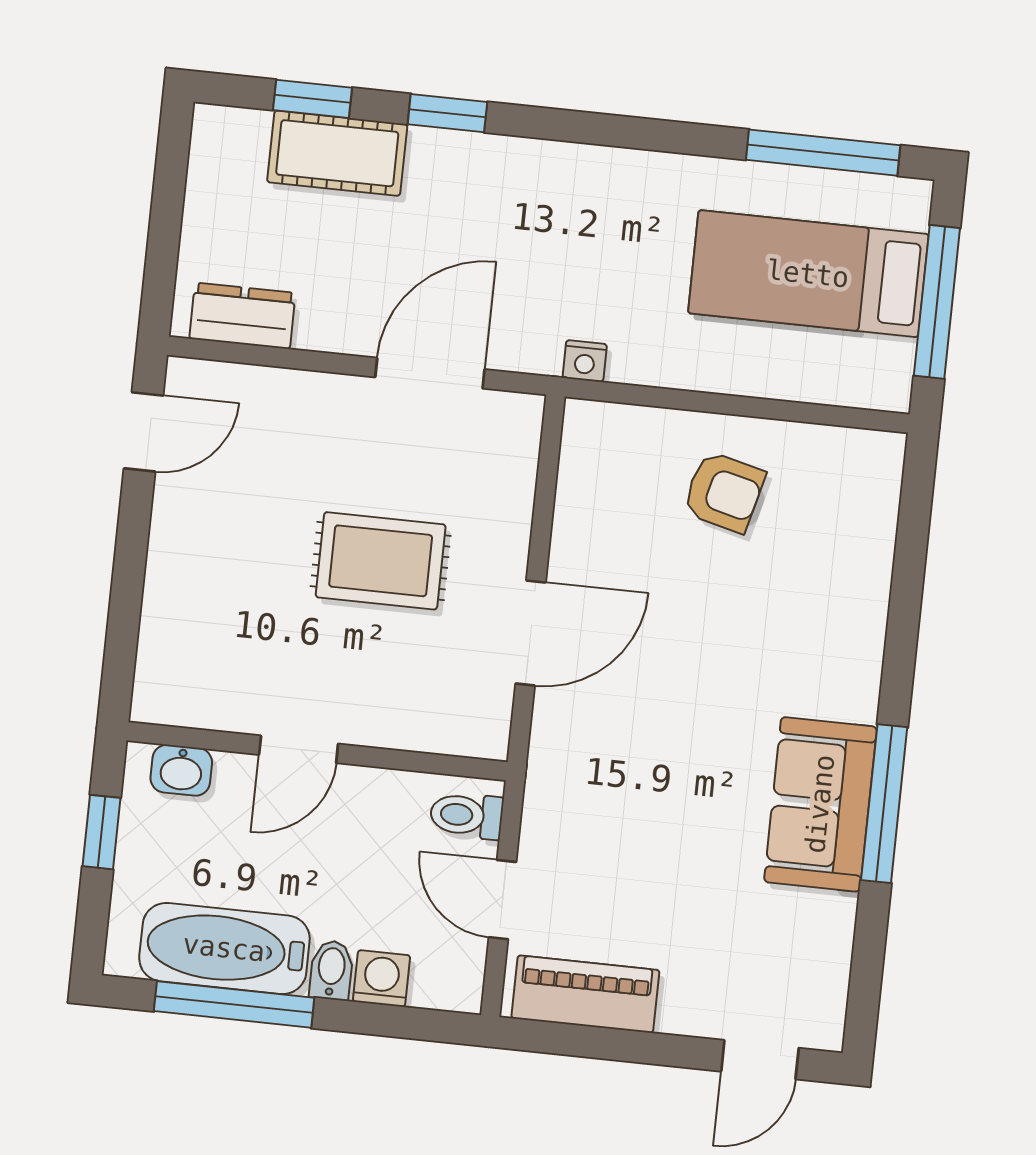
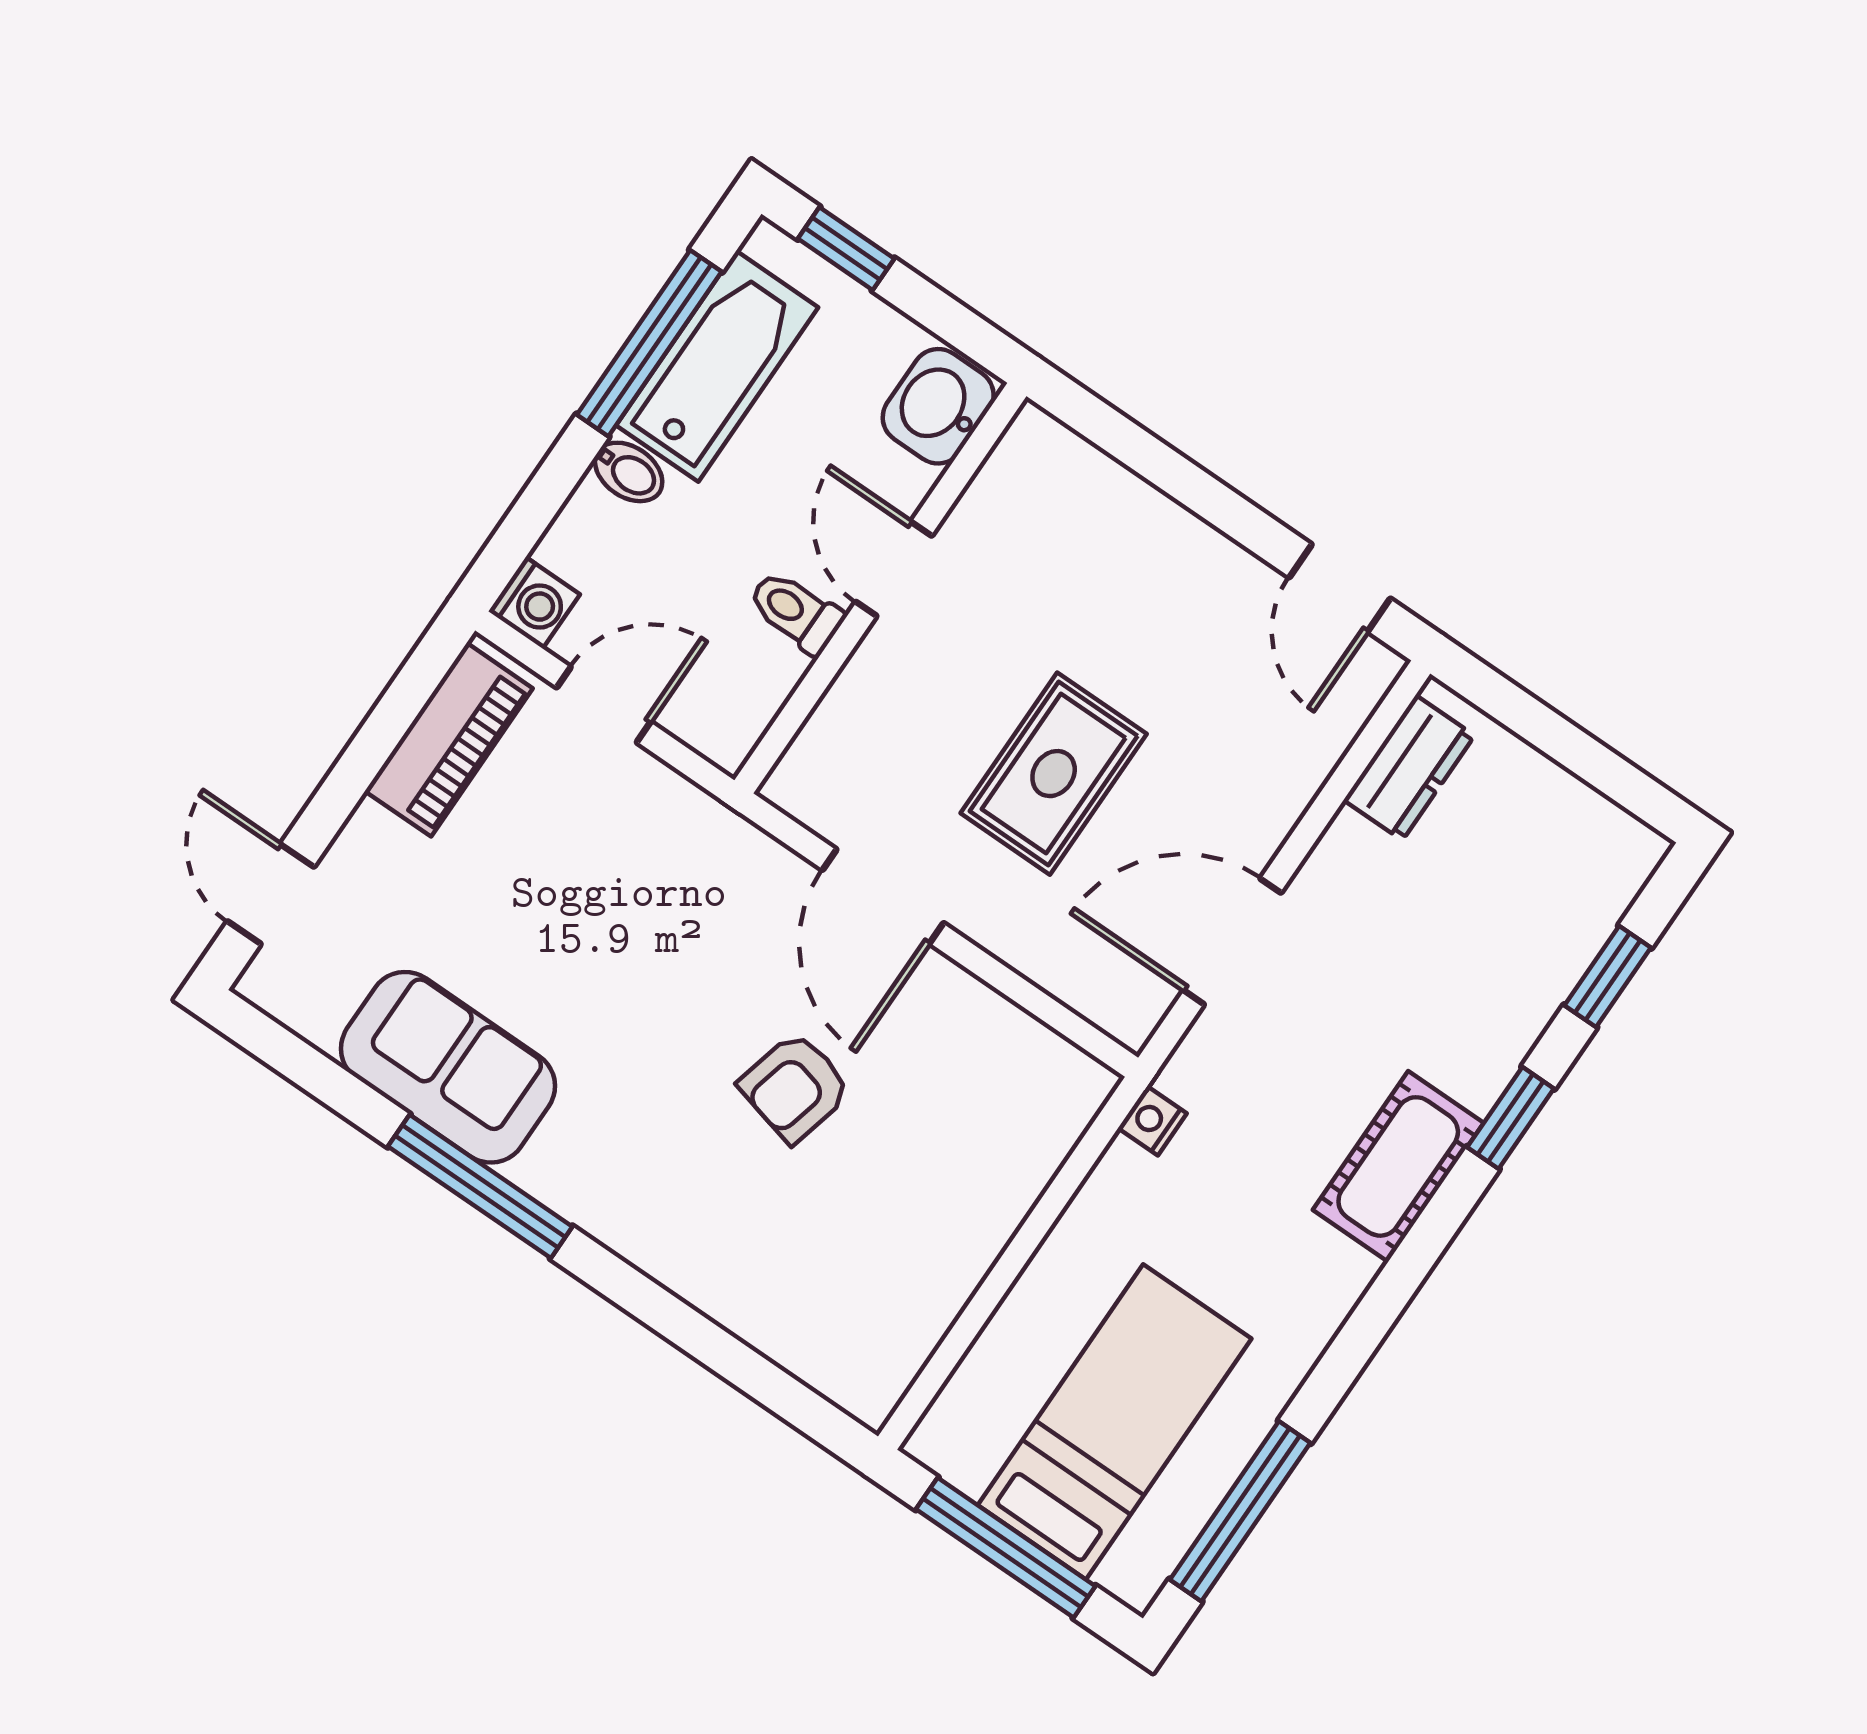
cot: (337, 153) -> (1398, 1166), moved
door: (430, 373) -> (1232, 941), swing flipped
armchair: (724, 492) -> (795, 1087), moved
washbasin: (181, 770) -> (938, 406), width x1.38, depth x1.45
sofa: (820, 804) -> (448, 1067), moved
toilet: (467, 815) -> (796, 612), moved, turned -90
window: (101, 832) -> (846, 249), moved
washing machine: (382, 978) -> (534, 603), moved

